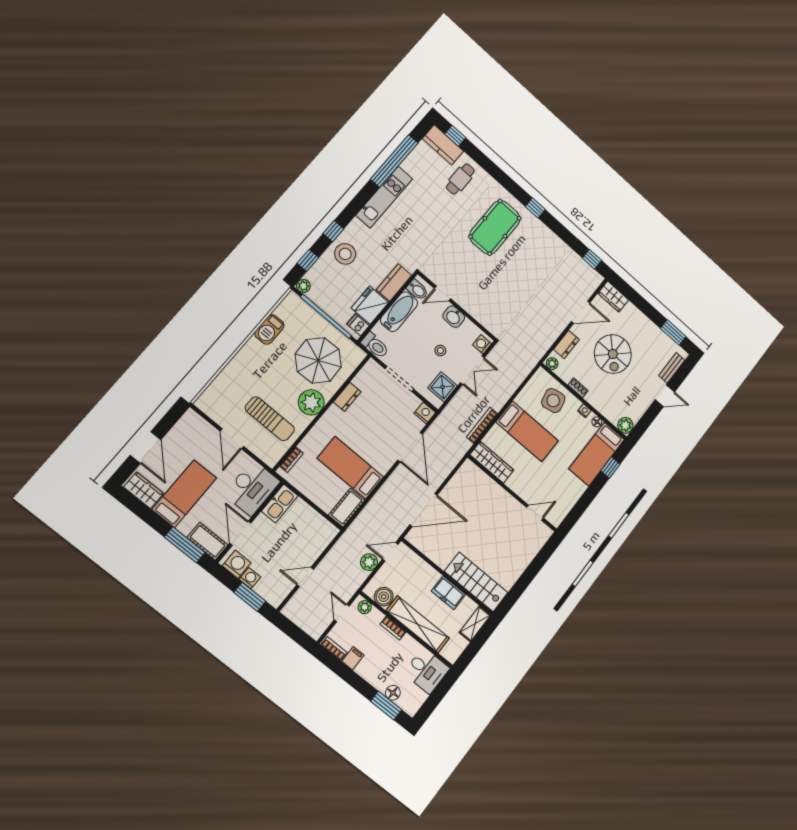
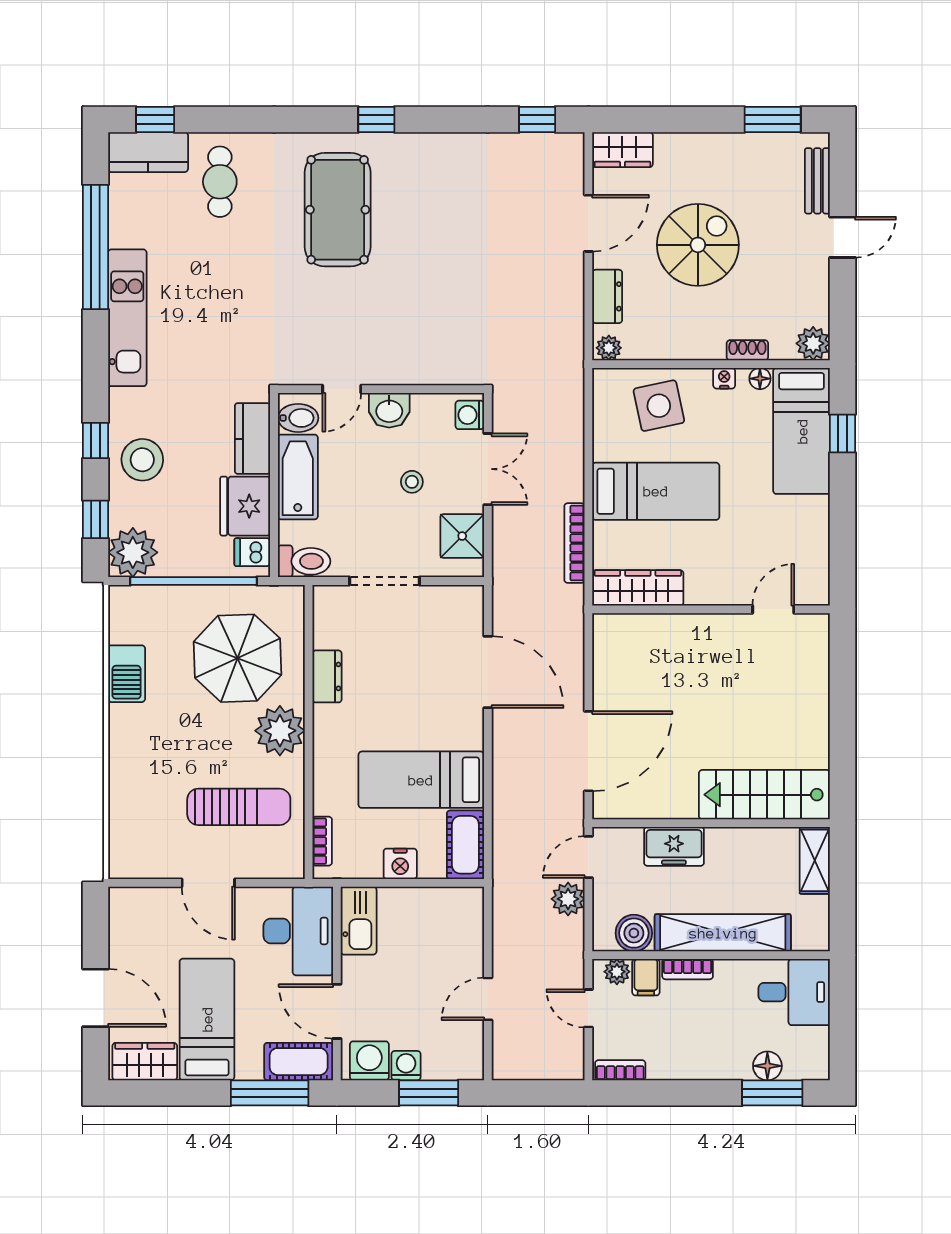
plant: (303, 286) -> (133, 552), width x1.88, depth x1.88
spiral stairs: (613, 354) -> (698, 245), turned -90
shoe rack: (578, 388) -> (747, 350), moved
nightstand: (425, 413) -> (400, 864), moved, turned 180
freezer: (448, 593) -> (674, 846), moved
filing cabinet: (353, 658) -> (646, 977), moved, turned 180

